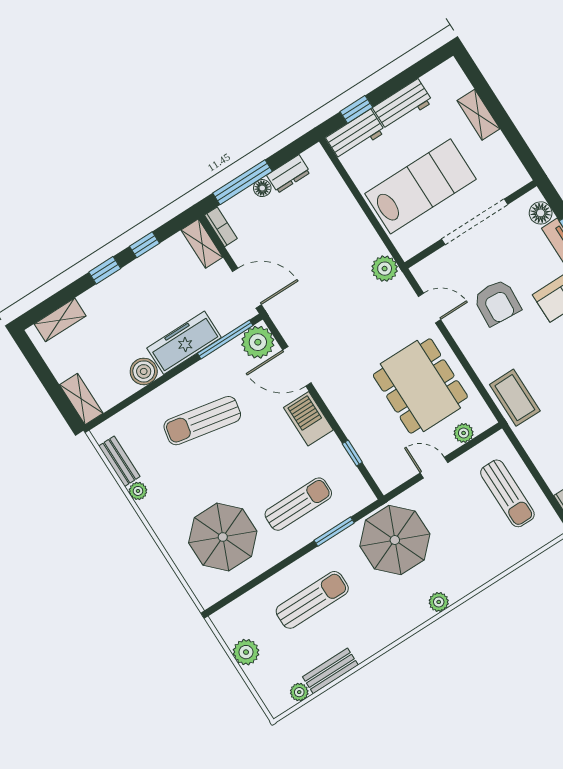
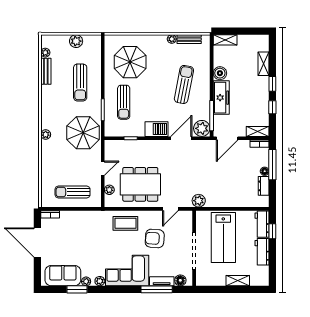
shelving: (60, 320) -> (264, 64), moved
coffee table: (515, 398) -> (125, 223), moved

